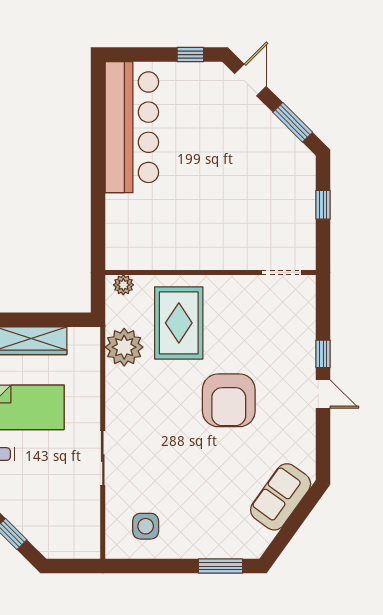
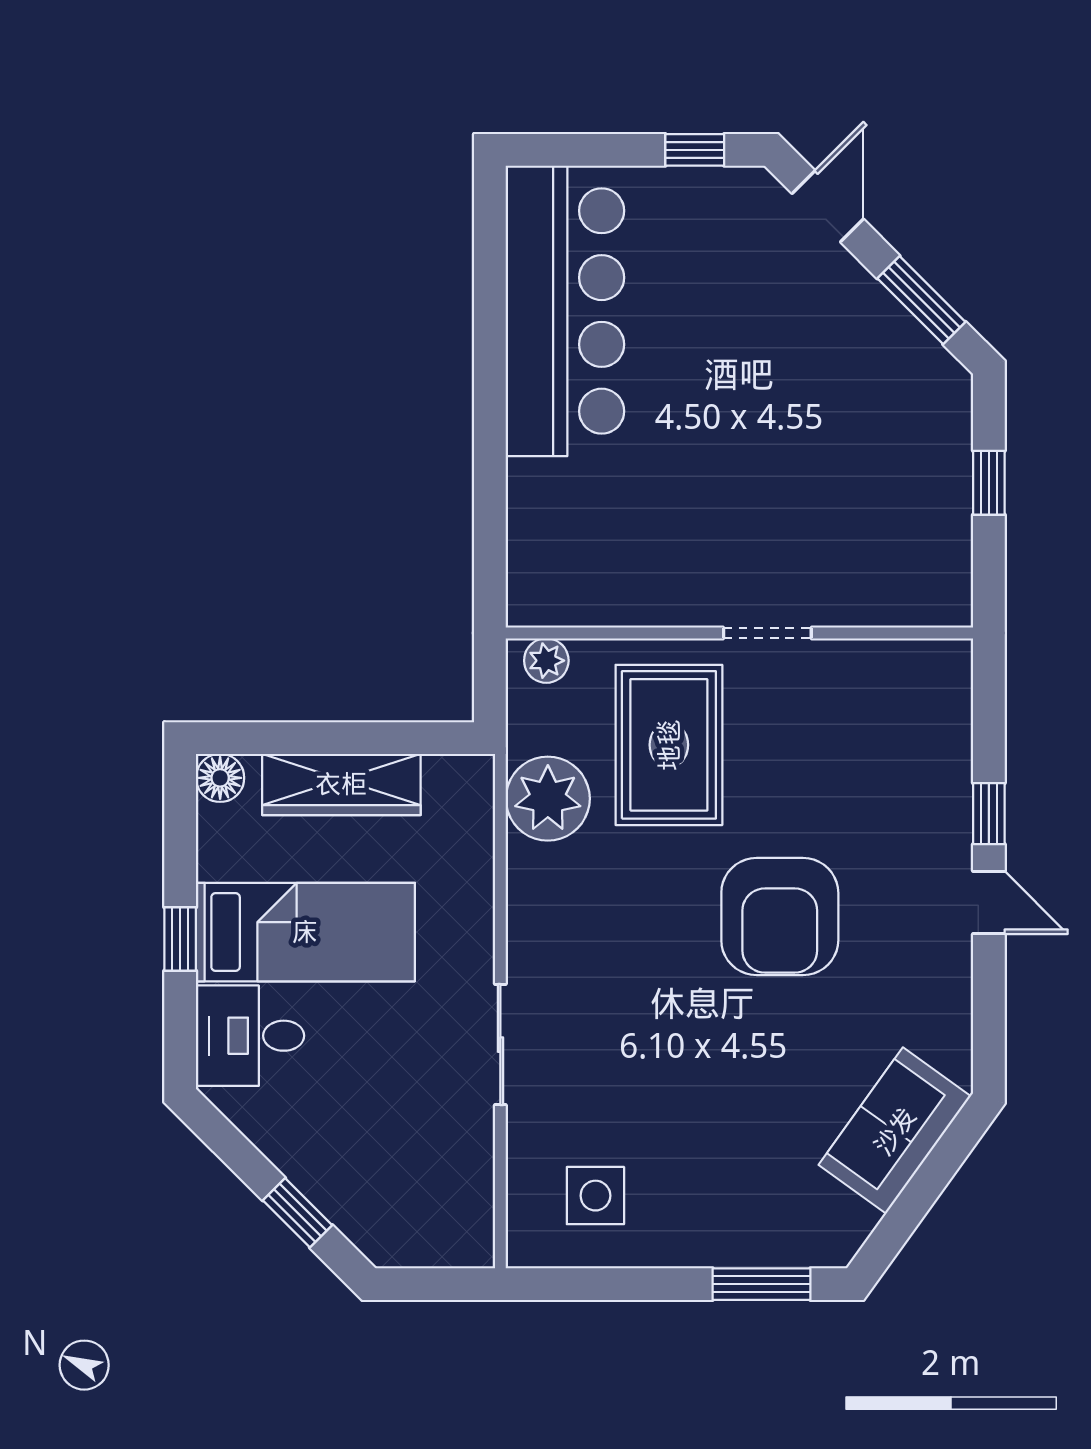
doorway: (282, 272) -> (767, 633), moved

